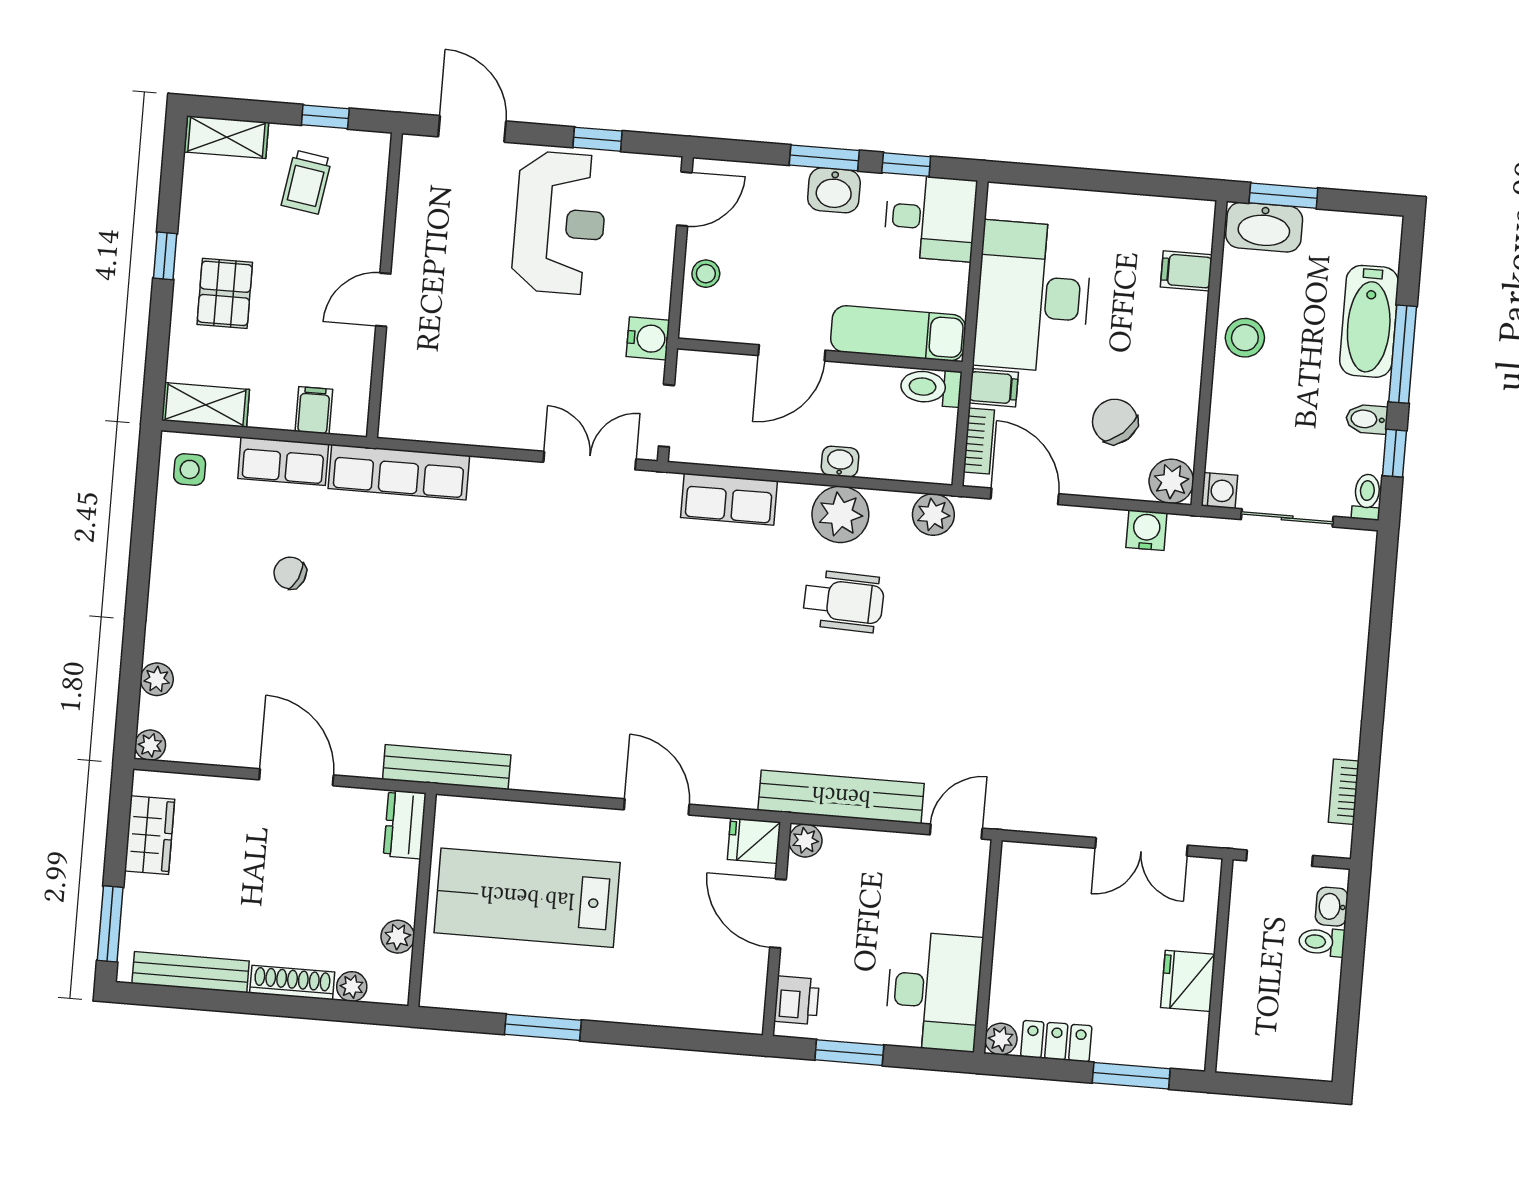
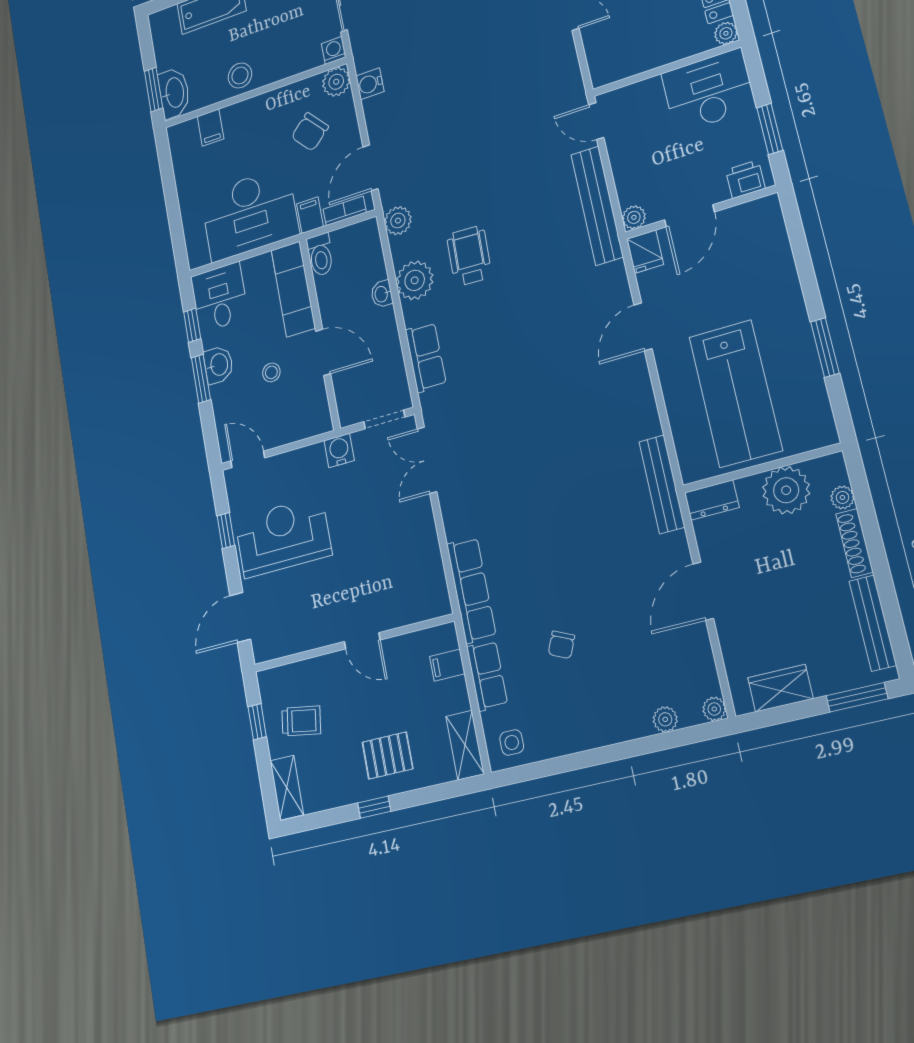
stool: (706, 274) -> (271, 372), moved
plant: (398, 937) -> (786, 490), width x1.87, depth x1.87

